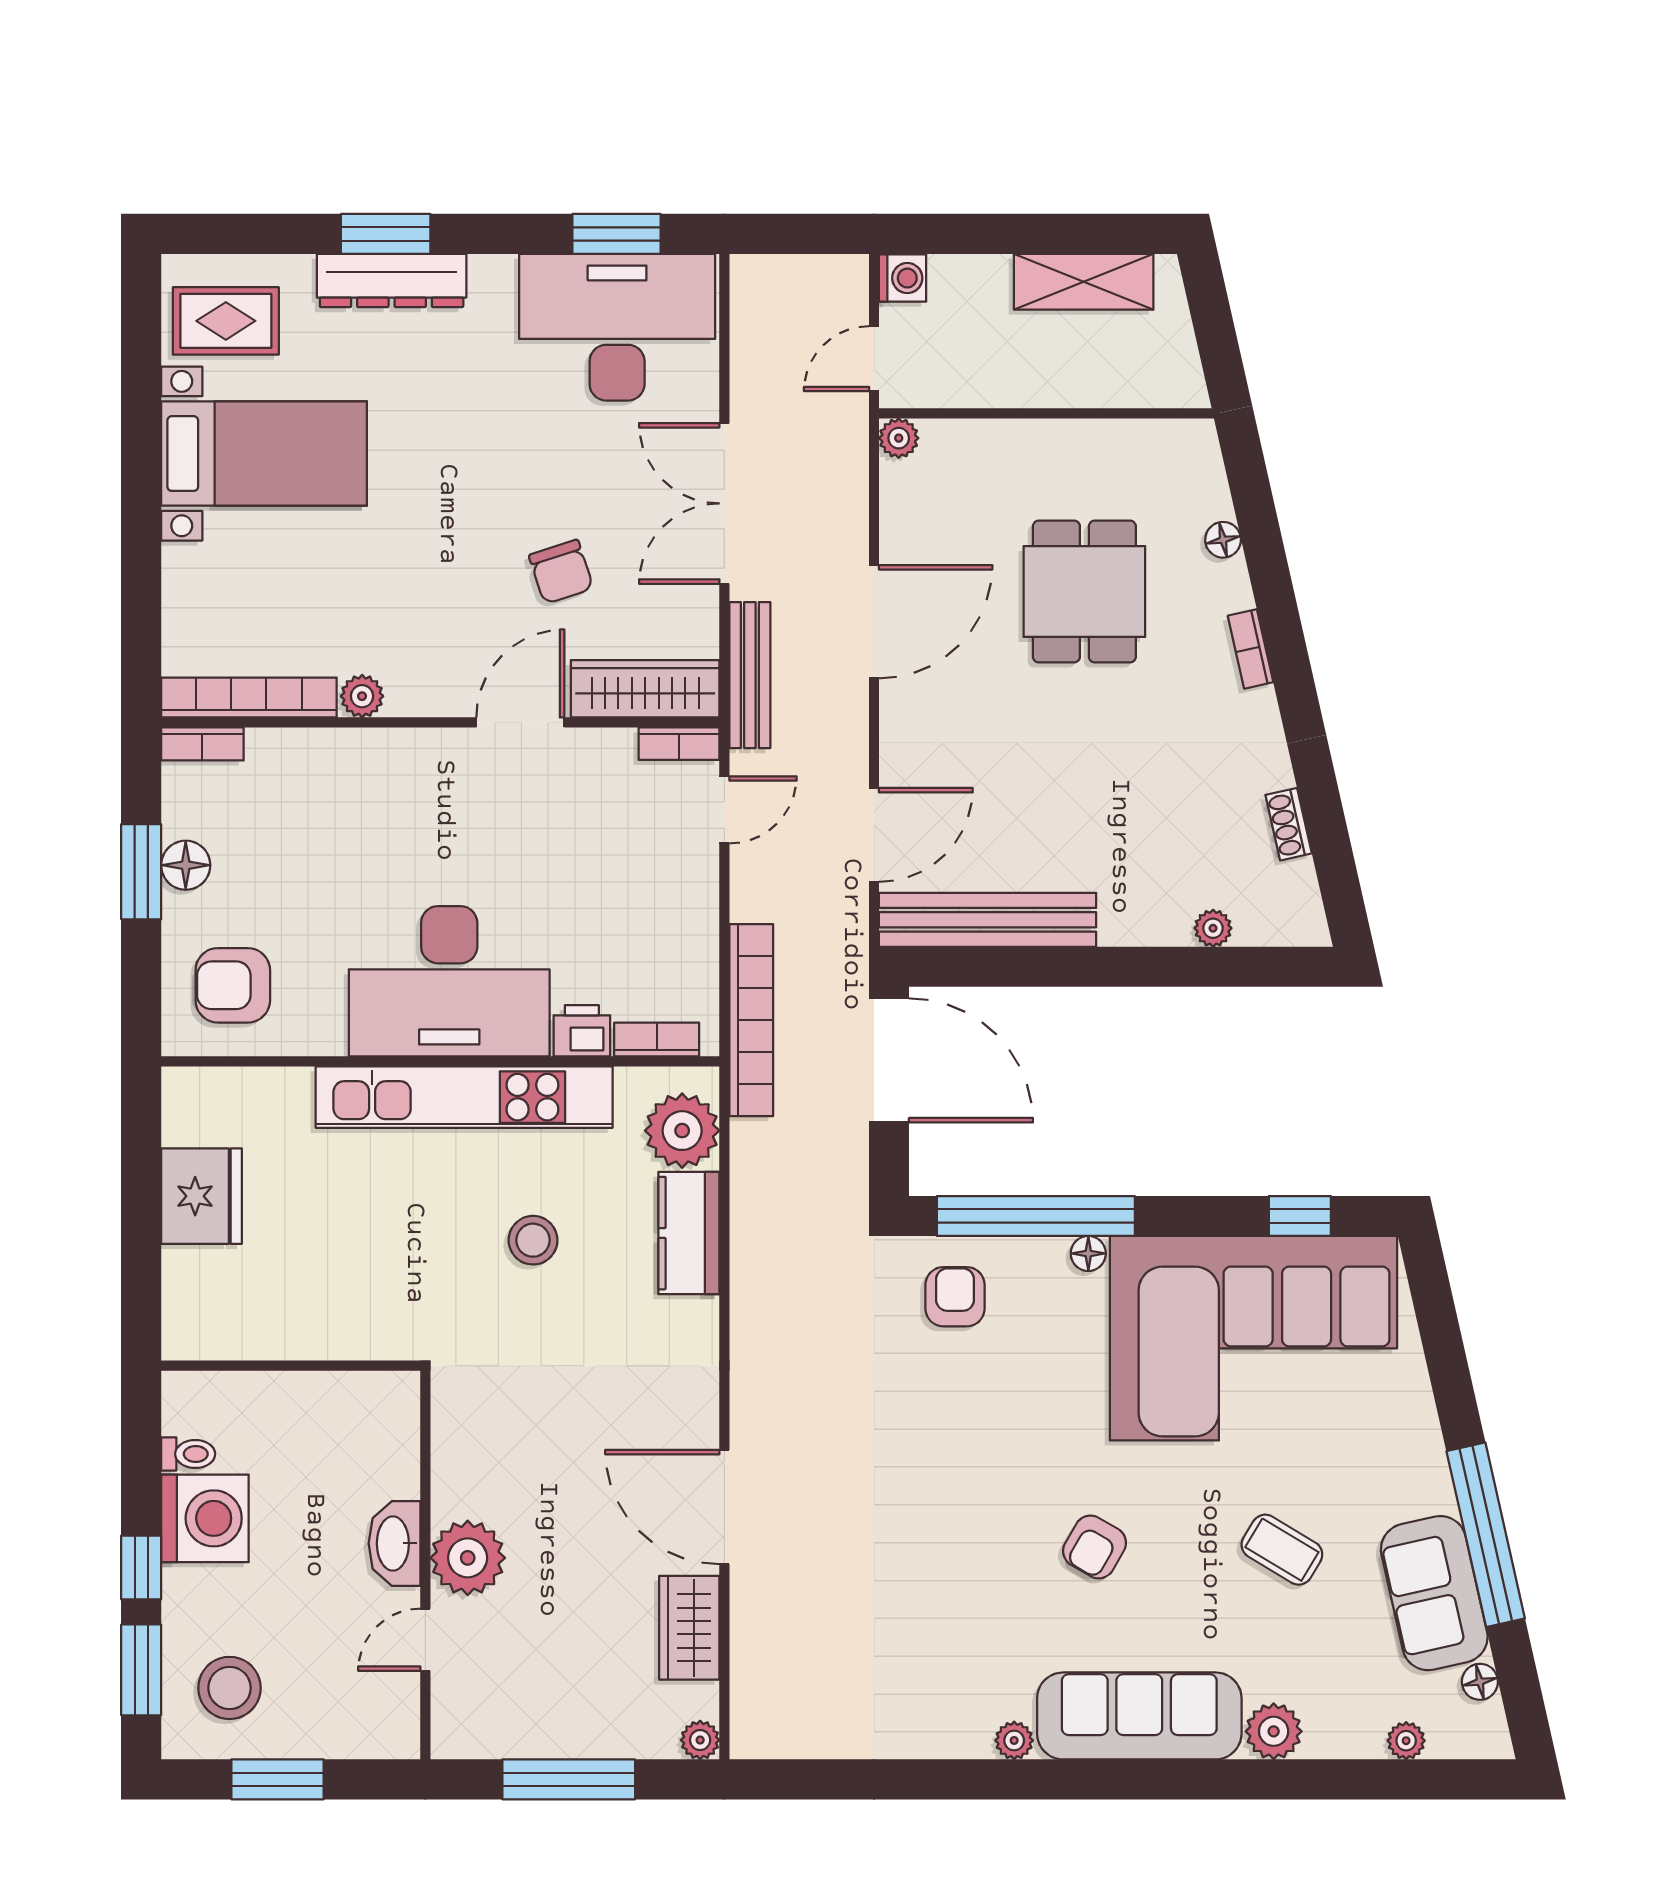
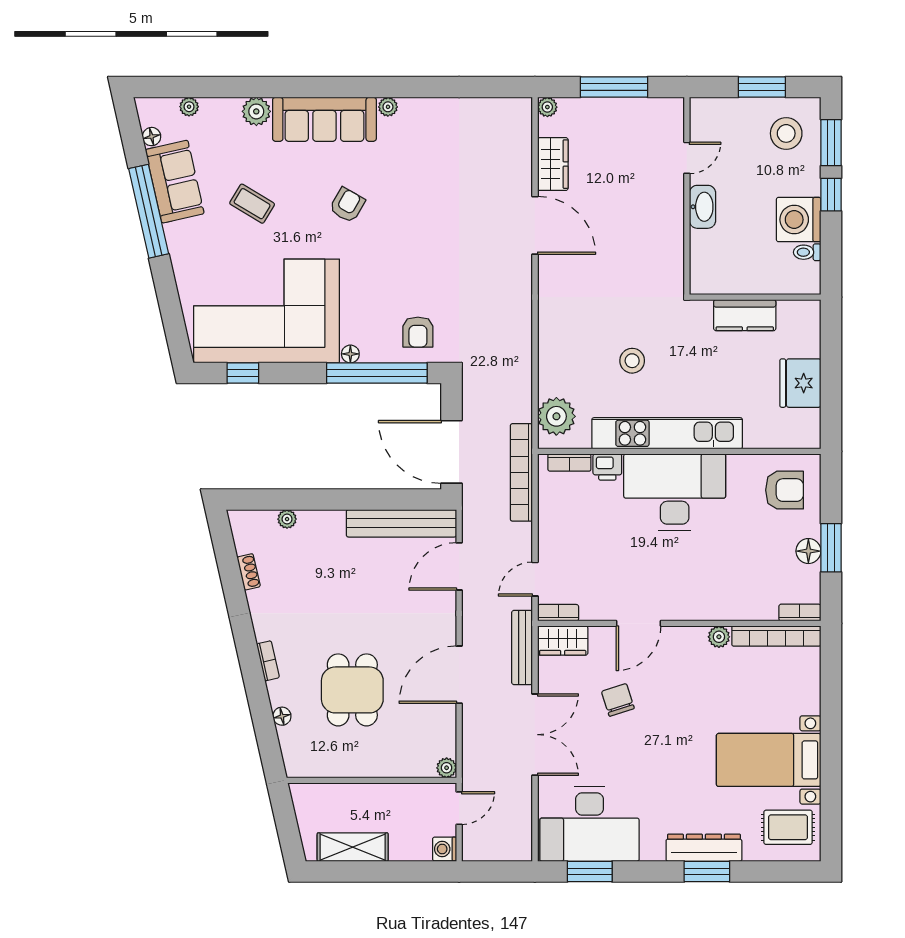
wardrobe: (645, 689) -> (563, 641), width x0.67
kitchen counter: (689, 1233) -> (745, 315), moved, turned 90
plant: (468, 1558) -> (665, 199), removed

